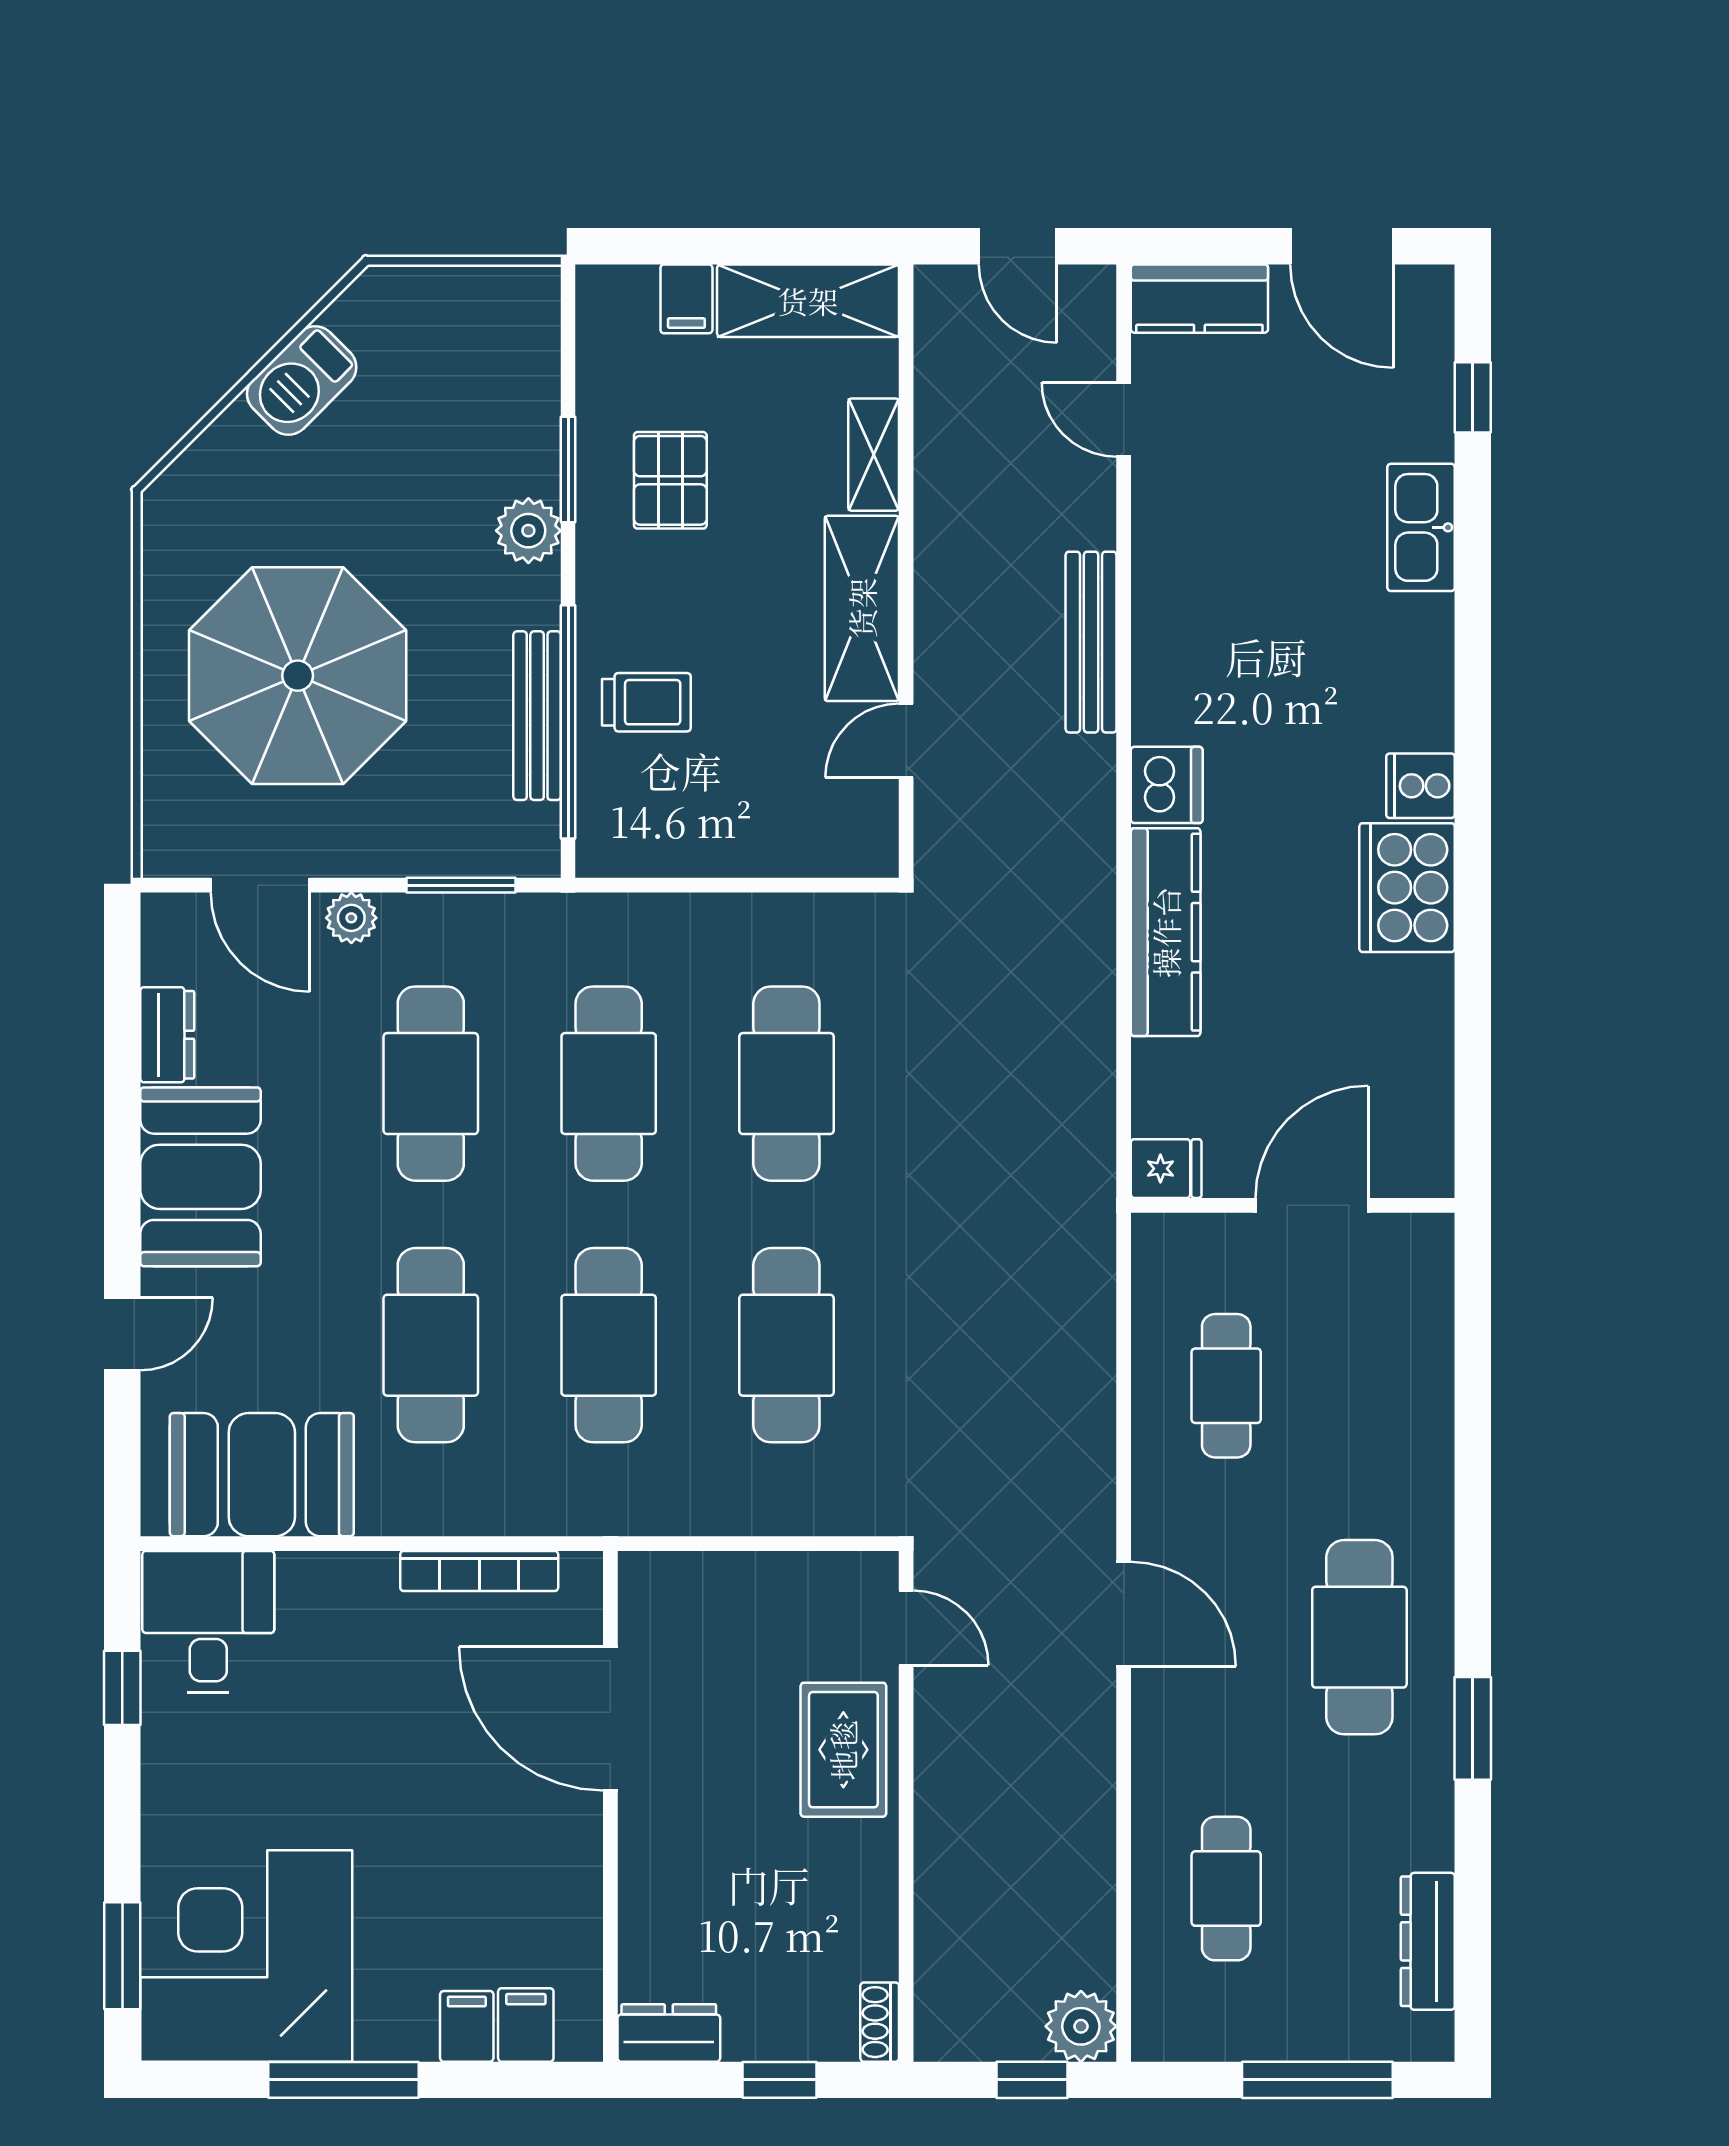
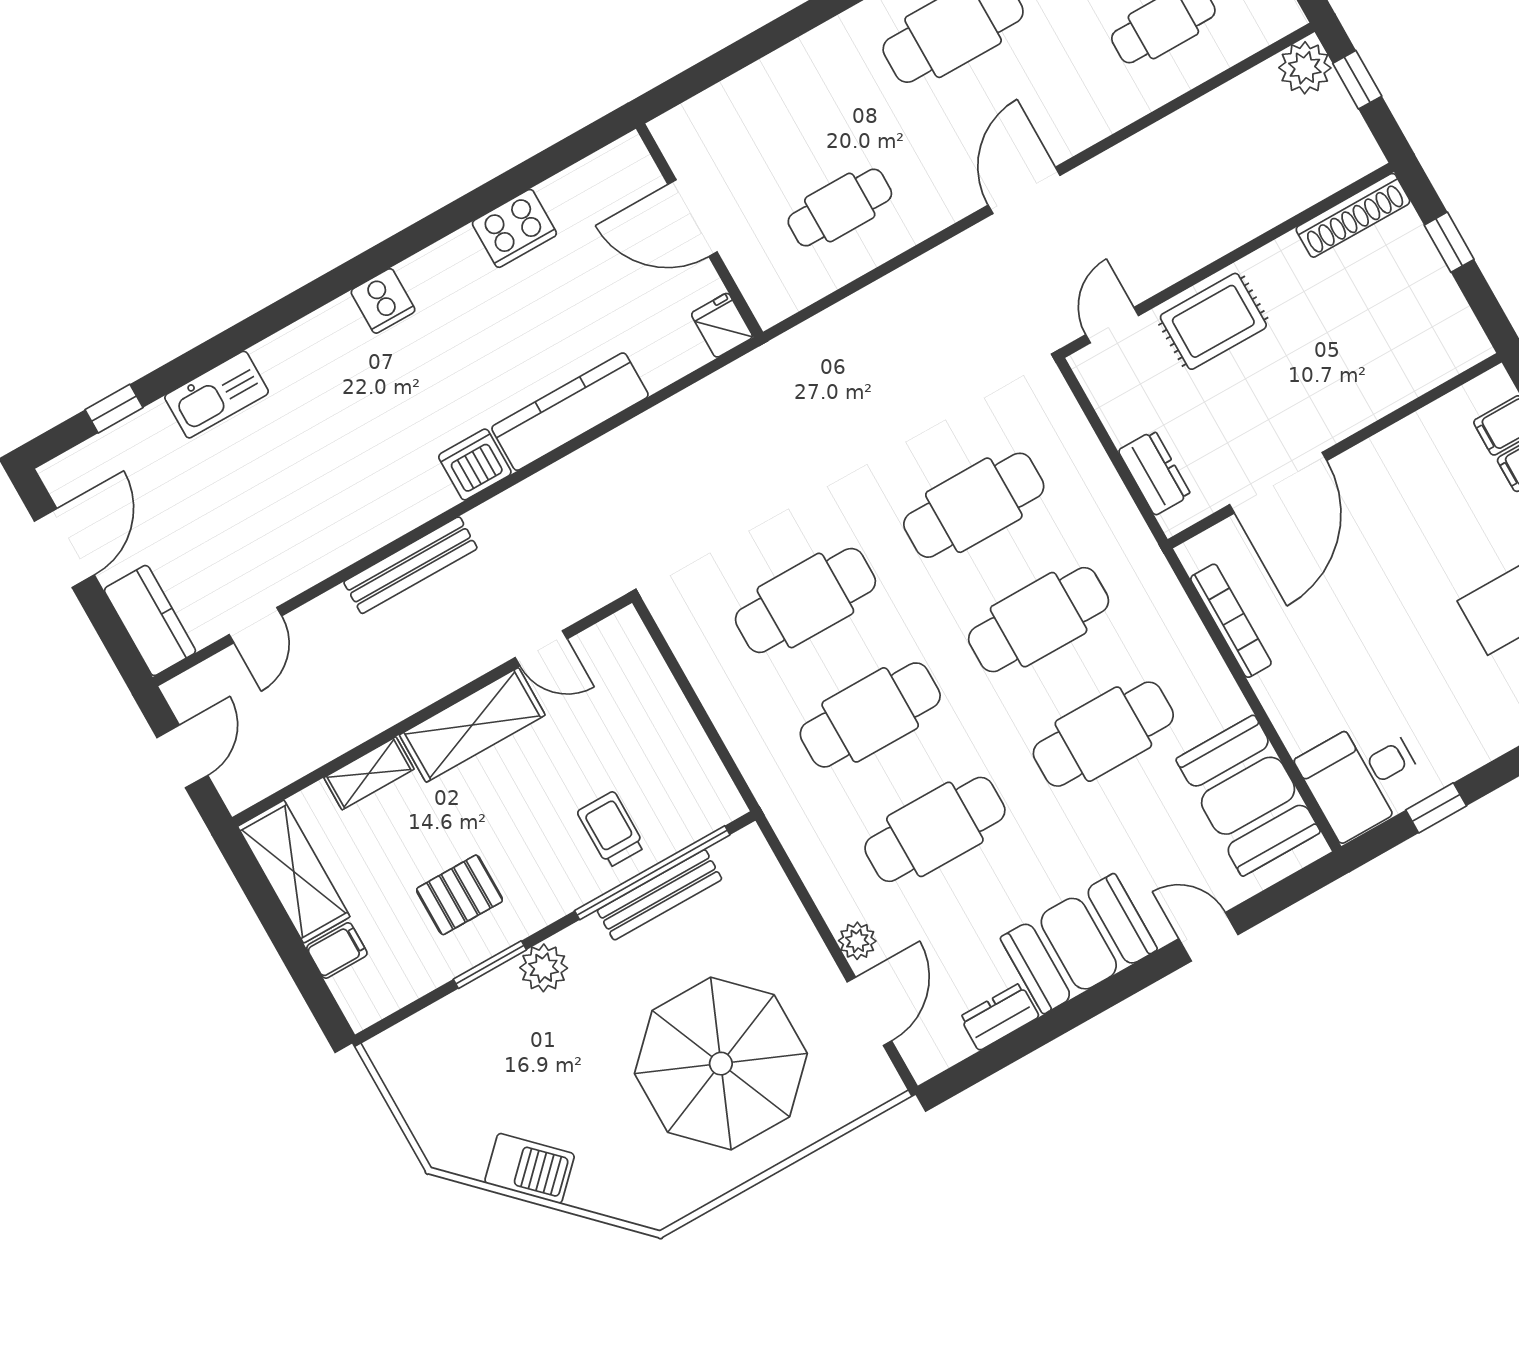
window: (461, 885) -> (796, 882), removed
cooker: (1407, 888) -> (514, 228), moved, width x0.73, depth x0.76
shoe rack: (880, 2022) -> (1353, 215), width x1.94, depth x1.24
dresser: (669, 2033) -> (1155, 473), moved, turned 180

